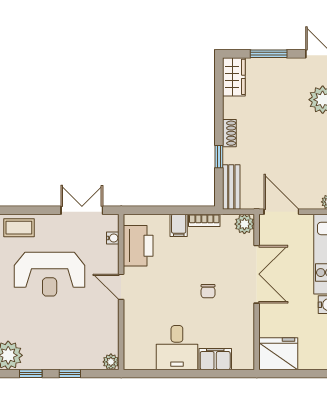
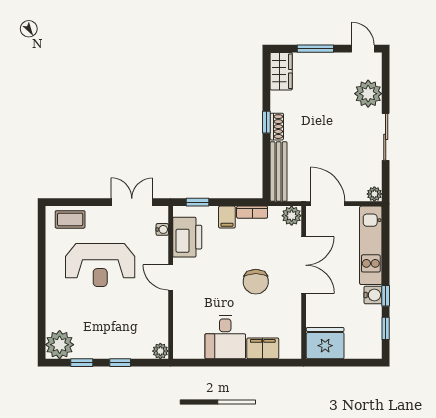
window: (219, 157) -> (266, 122), moved
bench: (231, 187) -> (279, 172), width x1.36
window: (149, 210) -> (198, 202), added
chair: (208, 291) -> (256, 282), width x1.87, depth x1.87

